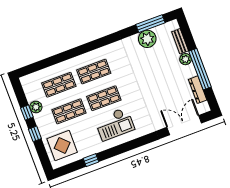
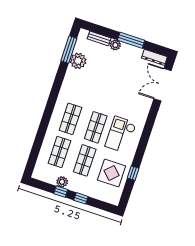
window: (200, 69) -> (131, 40), width x0.68
dresser: (198, 90) -> (154, 57), moved
checkout: (115, 124) -> (121, 135), turned 180
display table: (62, 145) -> (112, 173), moved

